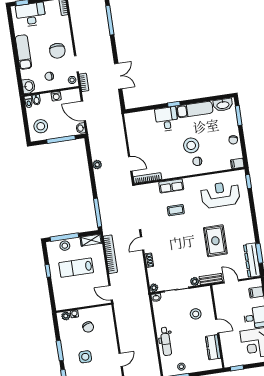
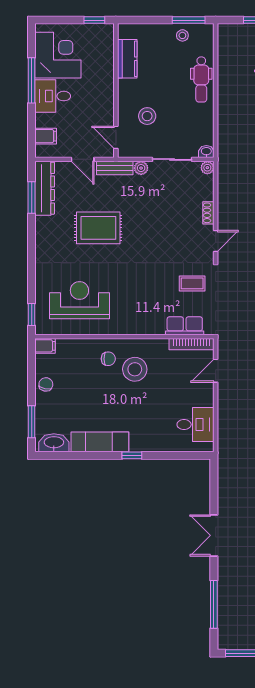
double door: (118, 76) -> (214, 535), moved
desk: (167, 119) -> (195, 425), moved, turned -90
stool: (191, 145) -> (135, 369), moved
door: (130, 164) -> (216, 371), hinge flipped
row of seats: (171, 186) -> (185, 326), moved
reception desk: (220, 195) -> (79, 300), turned 180
coffee table: (176, 210) -> (192, 283), moved
rug: (215, 241) -> (98, 228), turned 90
door: (217, 326) -> (116, 137), moved
dental chair: (166, 341) -> (201, 79), turned 180

